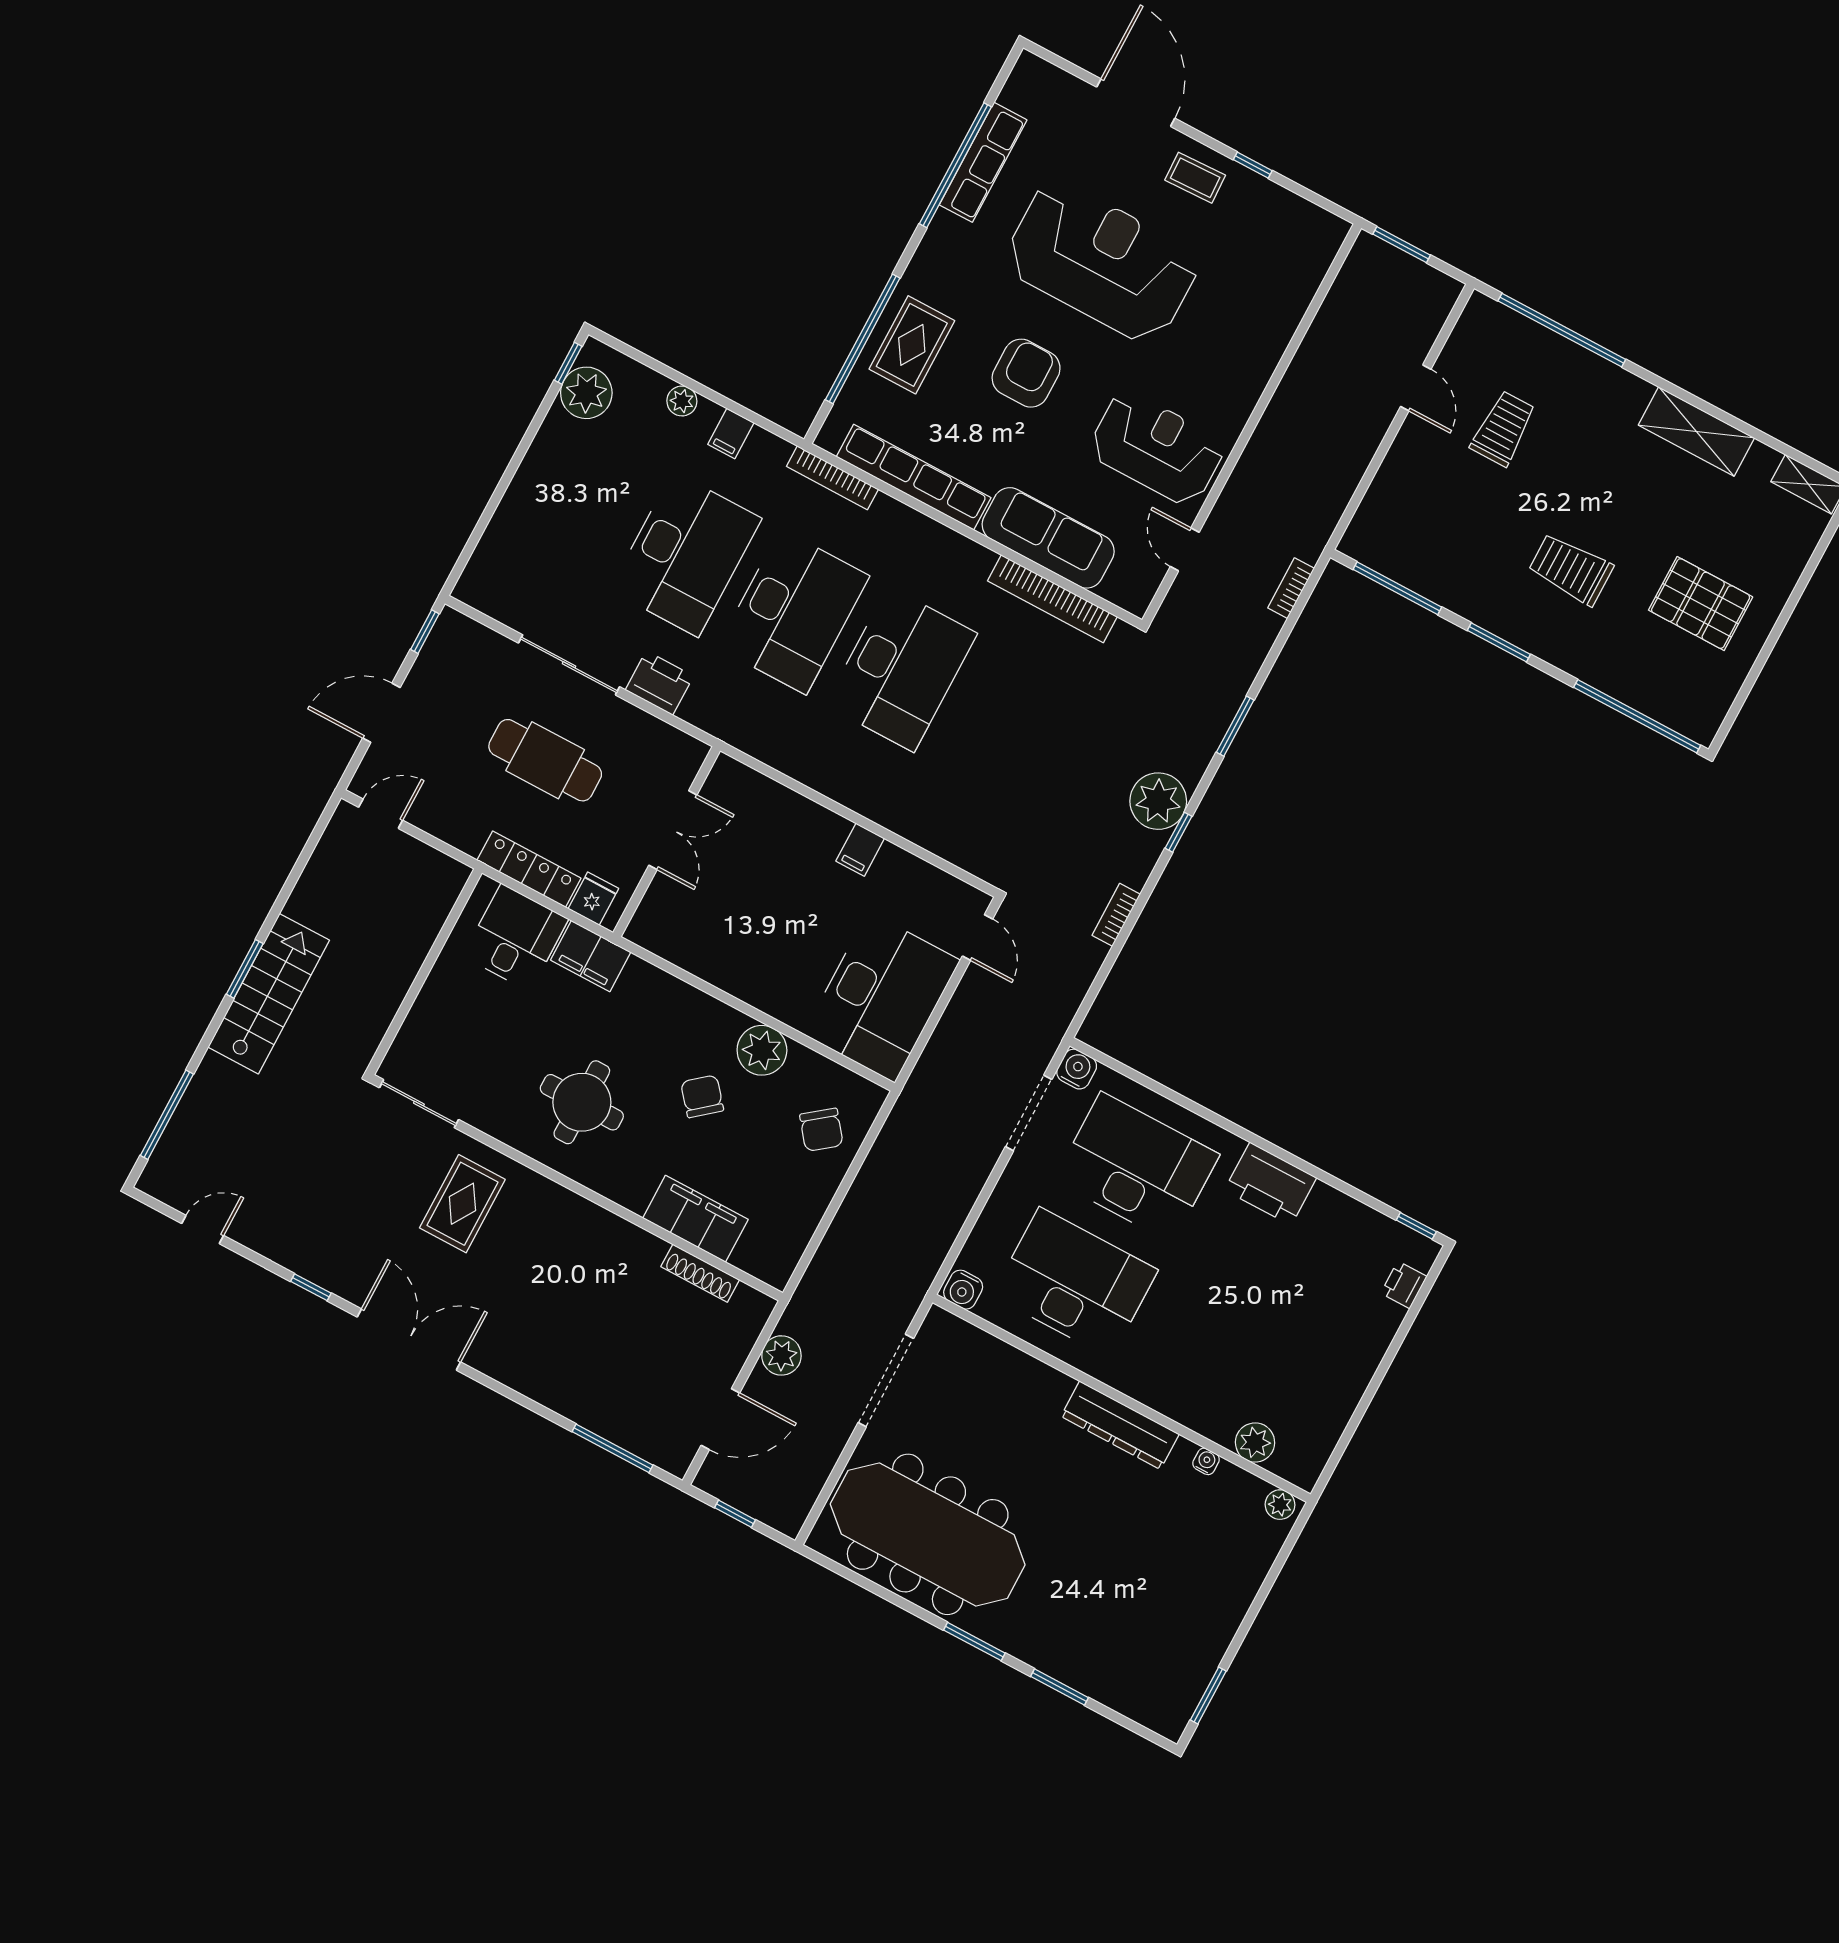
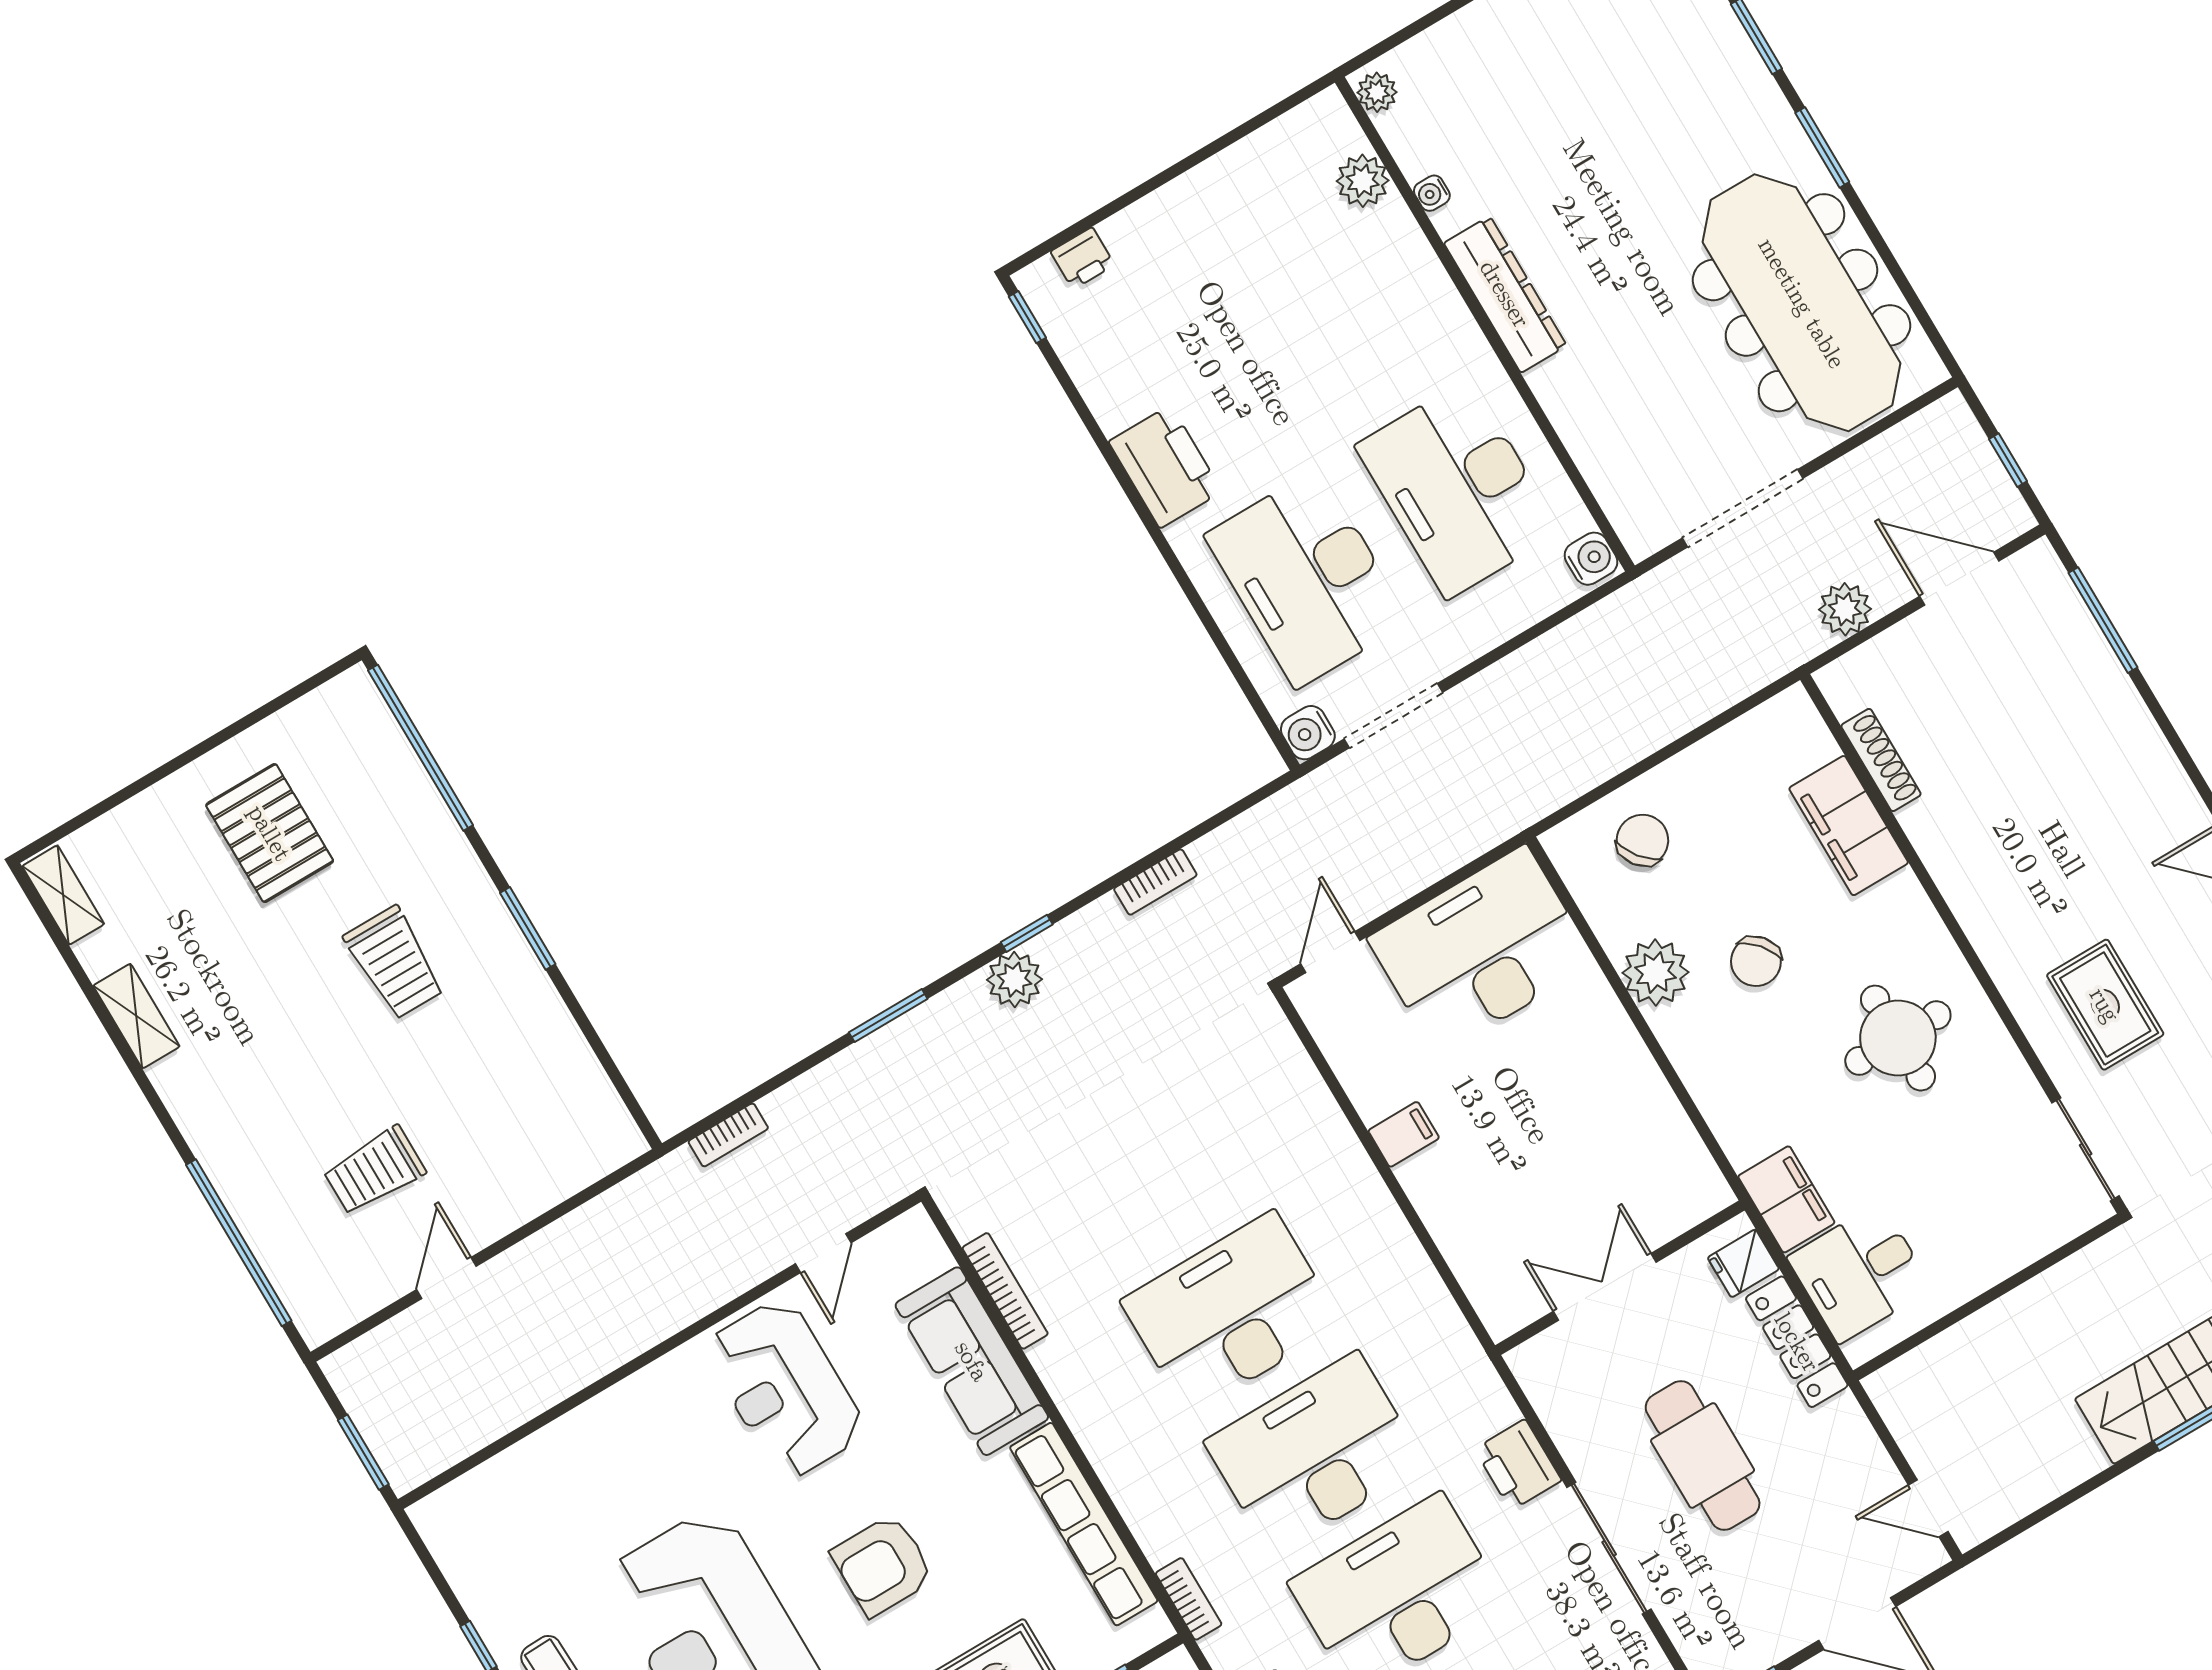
shelving: (1696, 431) -> (136, 1016), width x0.67, depth x0.75
bookcase: (832, 478) -> (1189, 1599), width x0.64
window: (1397, 588) -> (607, 1061), removed
bookcase: (1052, 599) -> (1005, 1291), width x0.68, depth x0.76
plant: (1158, 801) -> (1015, 980), width x0.73, depth x0.73
rug: (462, 1204) -> (2105, 1005), turned 90

